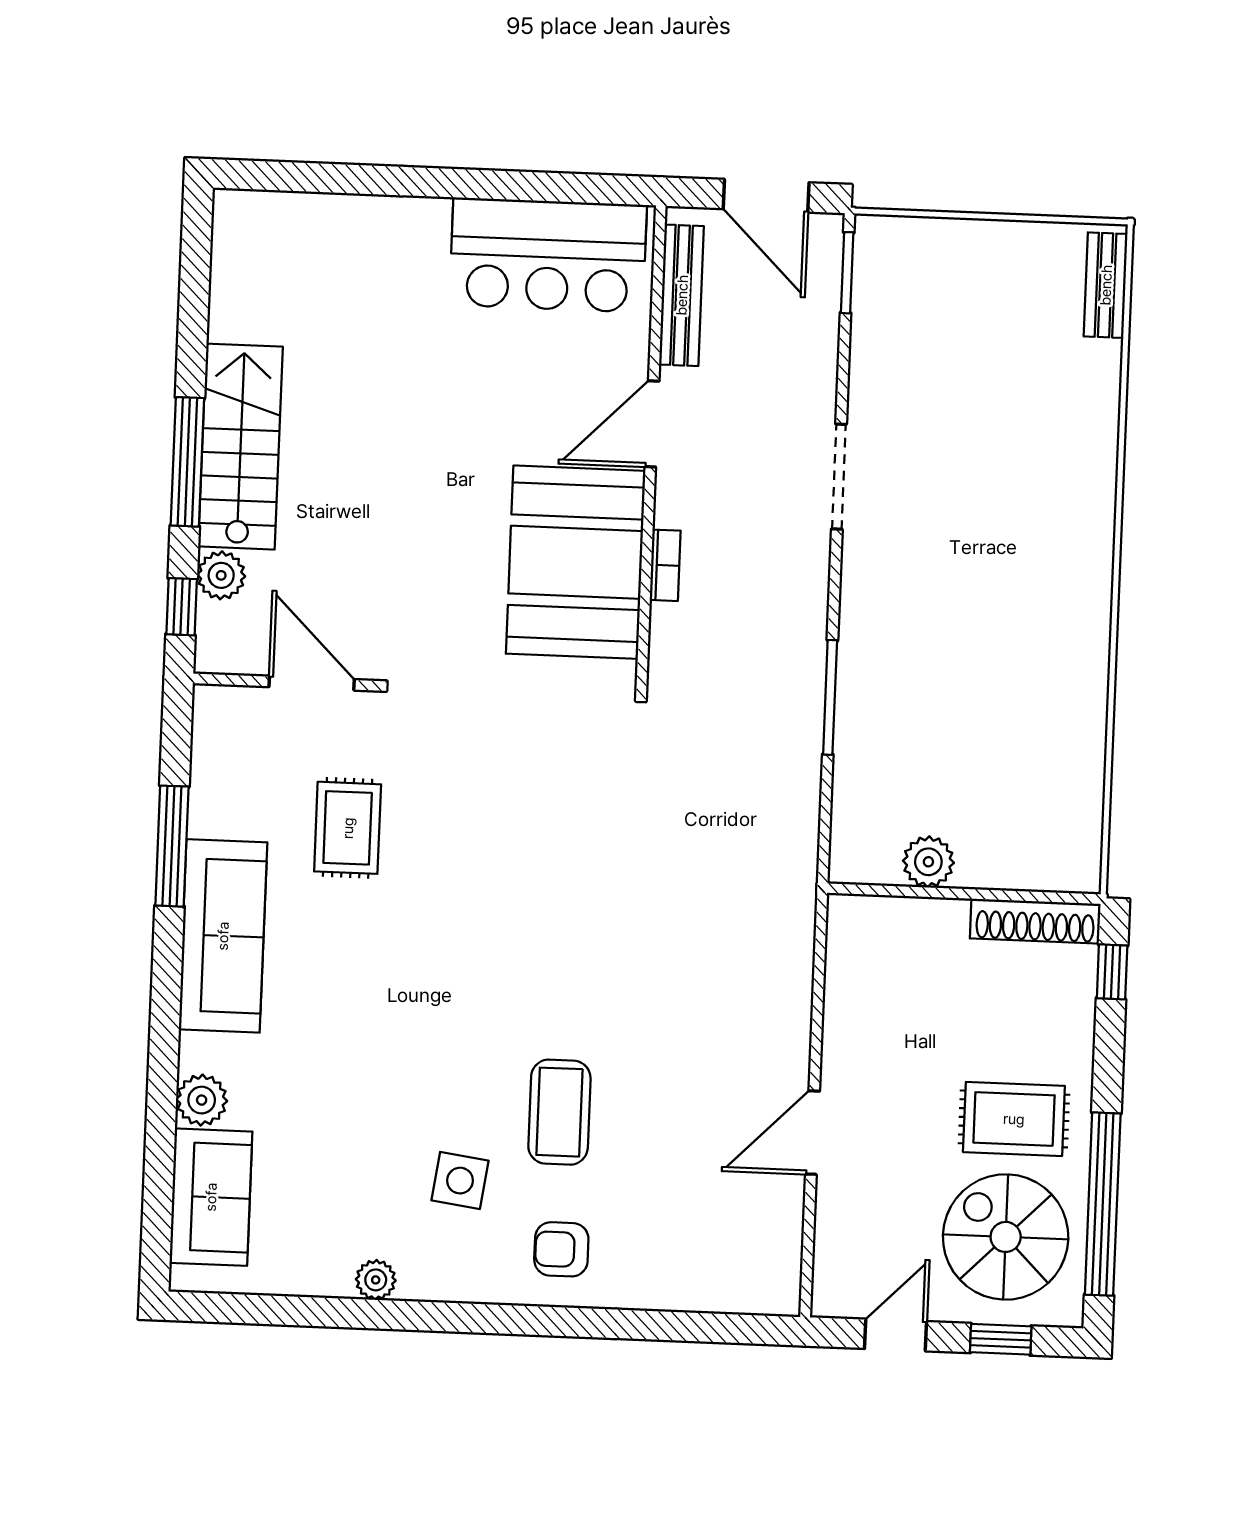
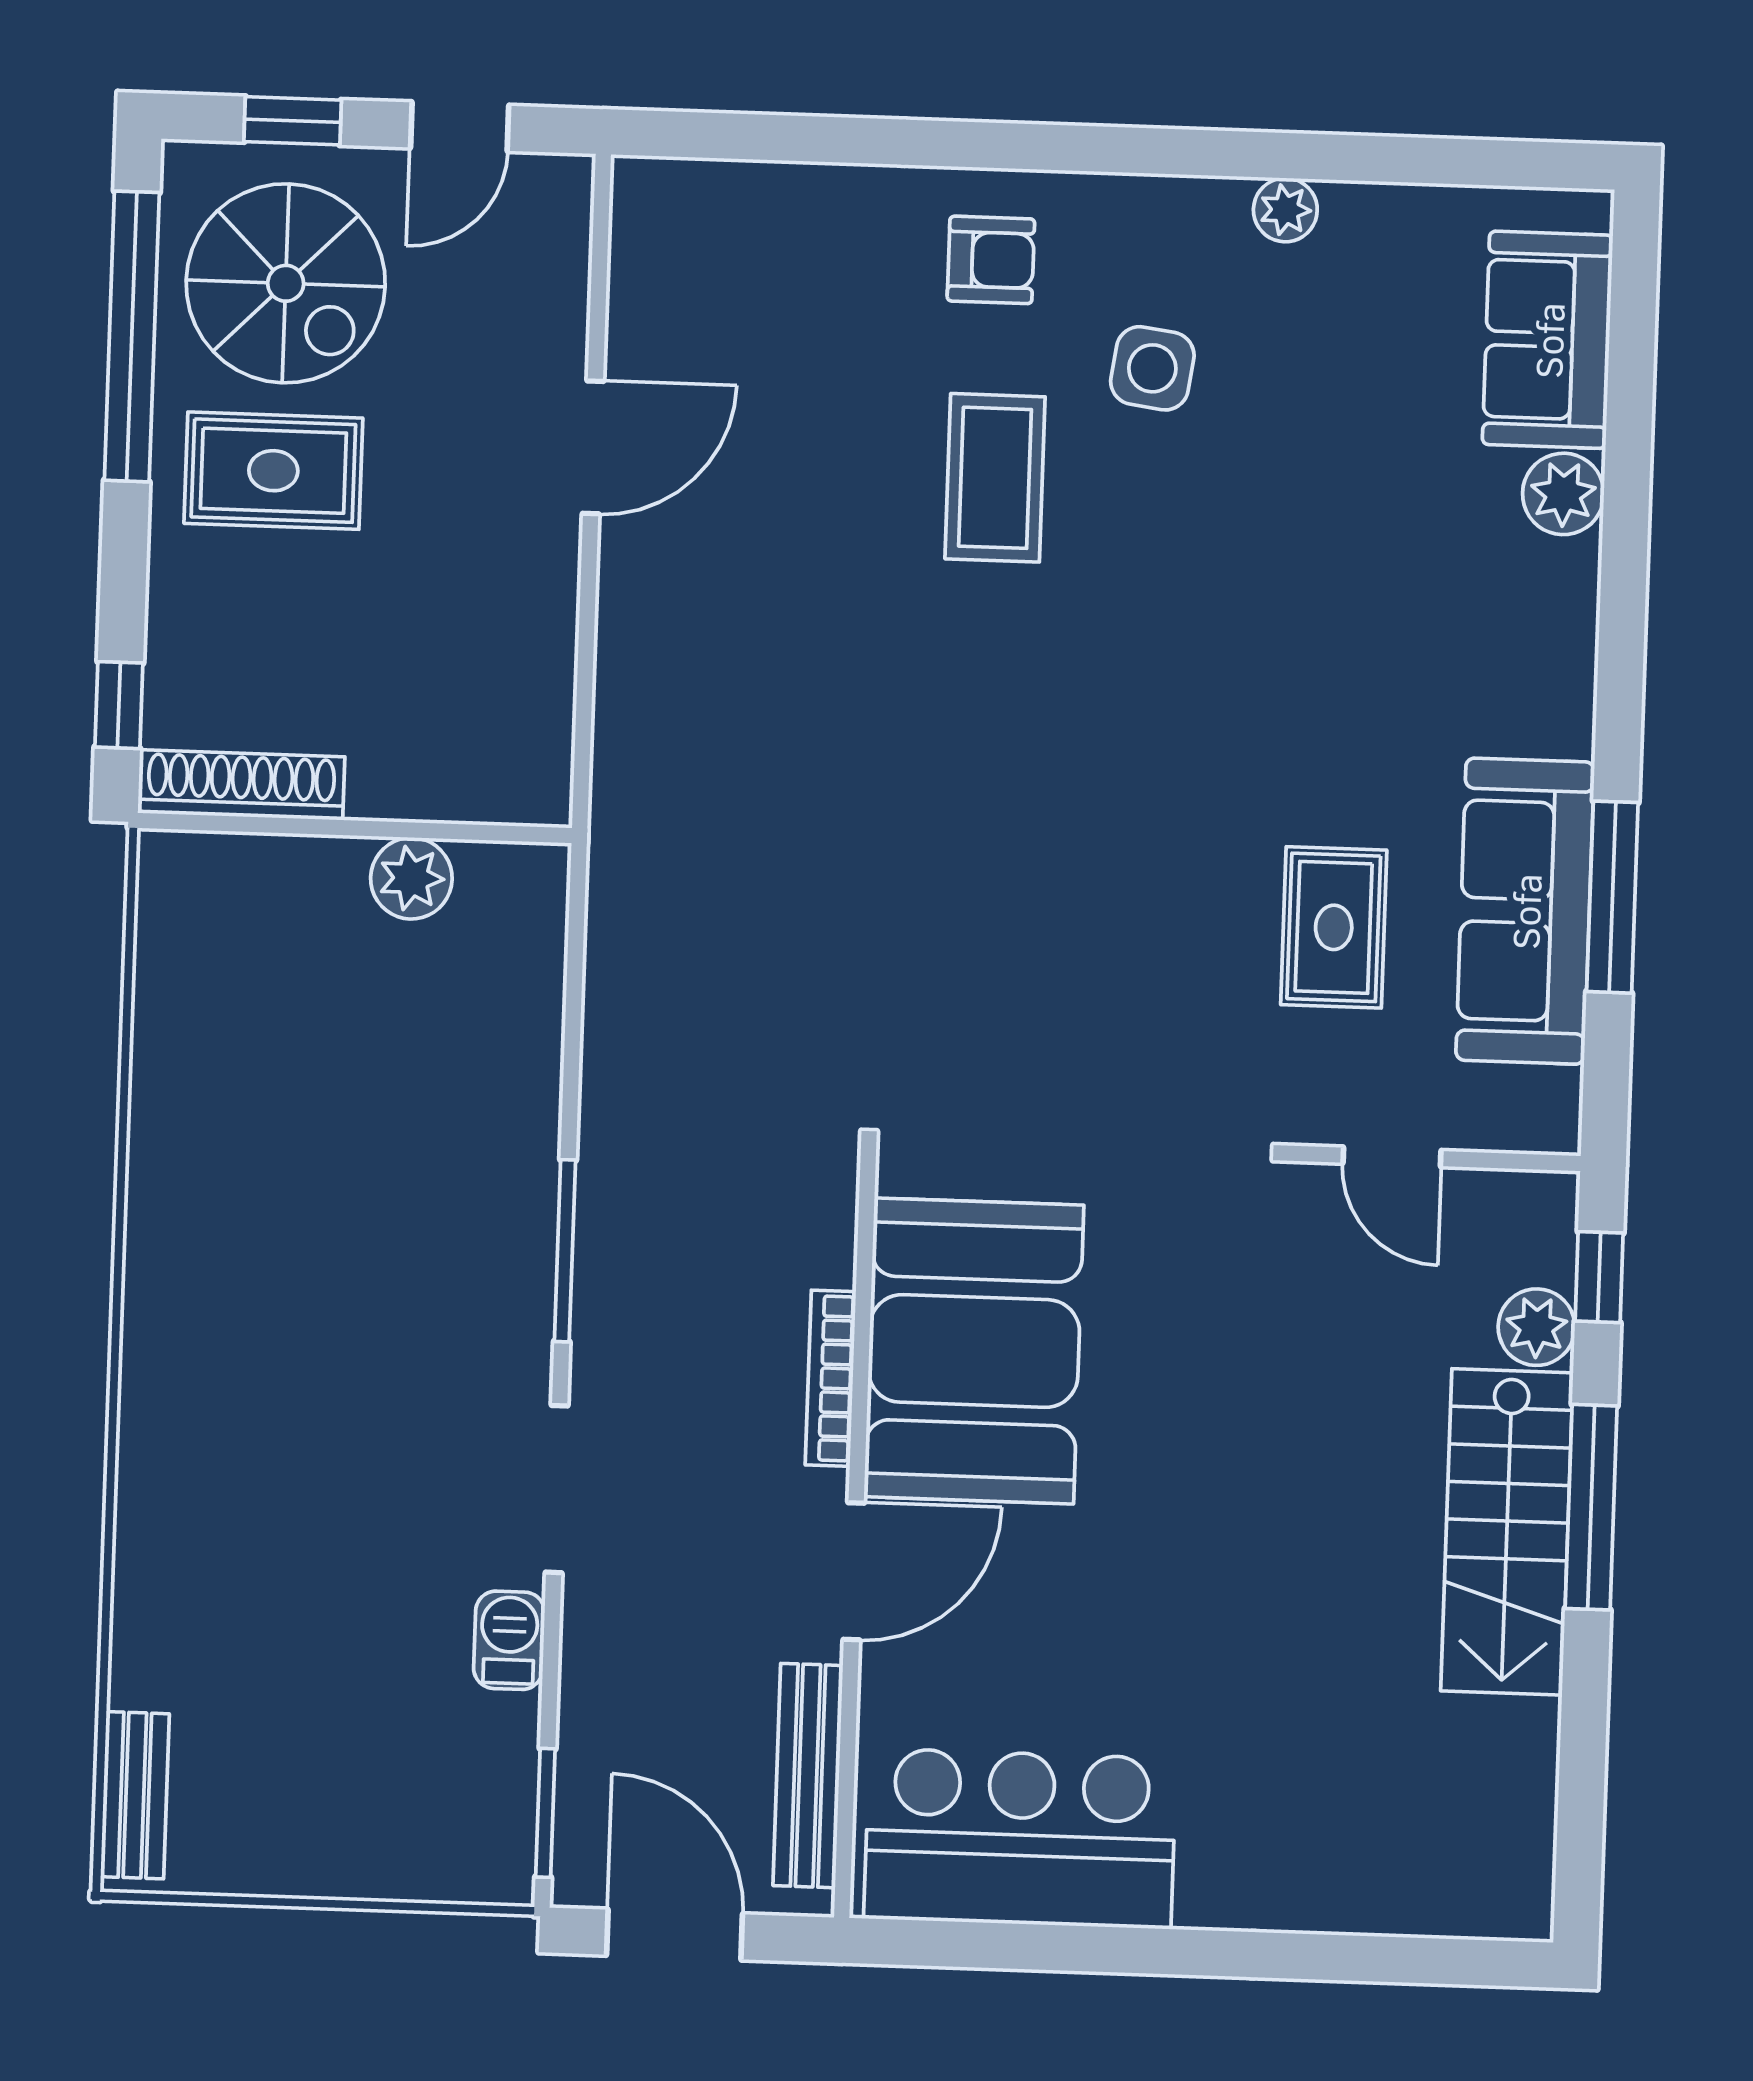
barbecue: (869, 382) -> (509, 1640), added
bookcase: (665, 565) -> (831, 1378), width x1.56
door: (312, 683) -> (1392, 1157), width x0.73
window: (830, 697) -> (565, 1251), moved
sofa: (223, 936) -> (1525, 911), moved

